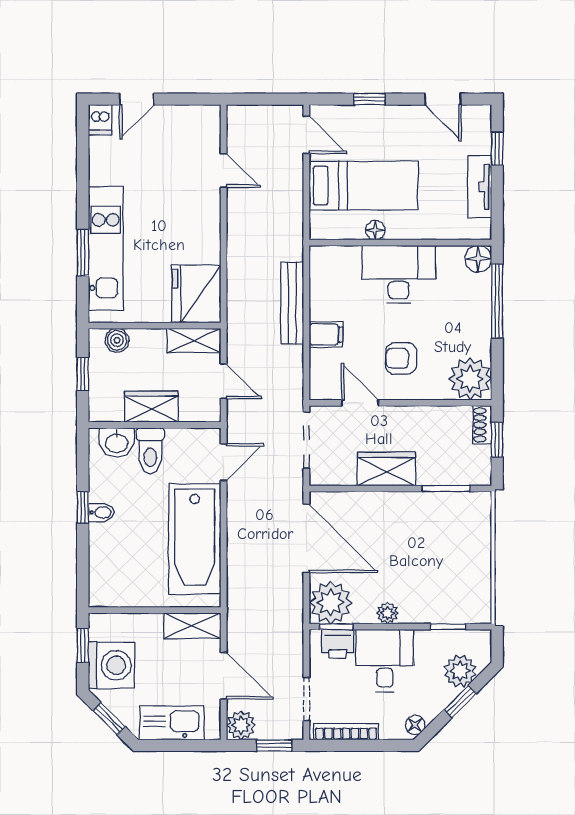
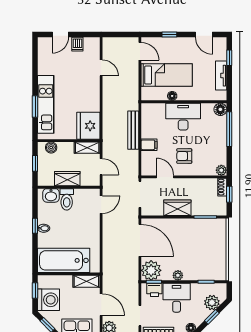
dishwasher: (100, 120) -> (77, 44), moved
plant: (470, 379) -> (221, 170), width x0.53, depth x0.53
bathtub: (195, 539) -> (64, 260), moved, turned 90

